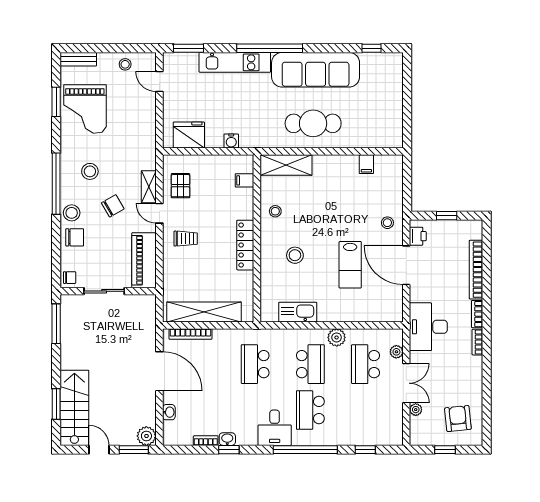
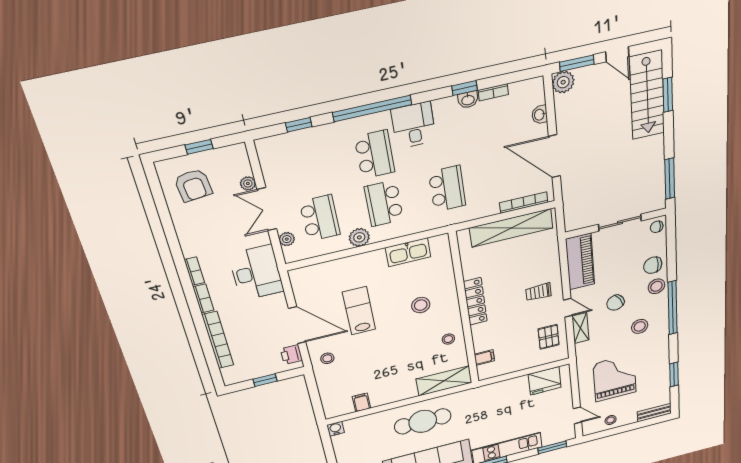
grand piano: (85, 109) -> (615, 378), moved
water cooler: (231, 141) -> (336, 429), moved

